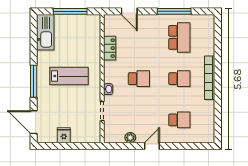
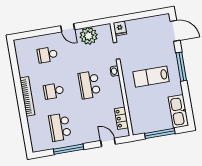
locker: (110, 48) -> (121, 118), moved
school desk: (139, 79) -> (89, 85), width x1.85
fridge: (64, 135) -> (120, 28), moved
plant: (130, 138) -> (89, 36), width x1.87, depth x1.87
door: (152, 146) -> (68, 28), hinge flipped

